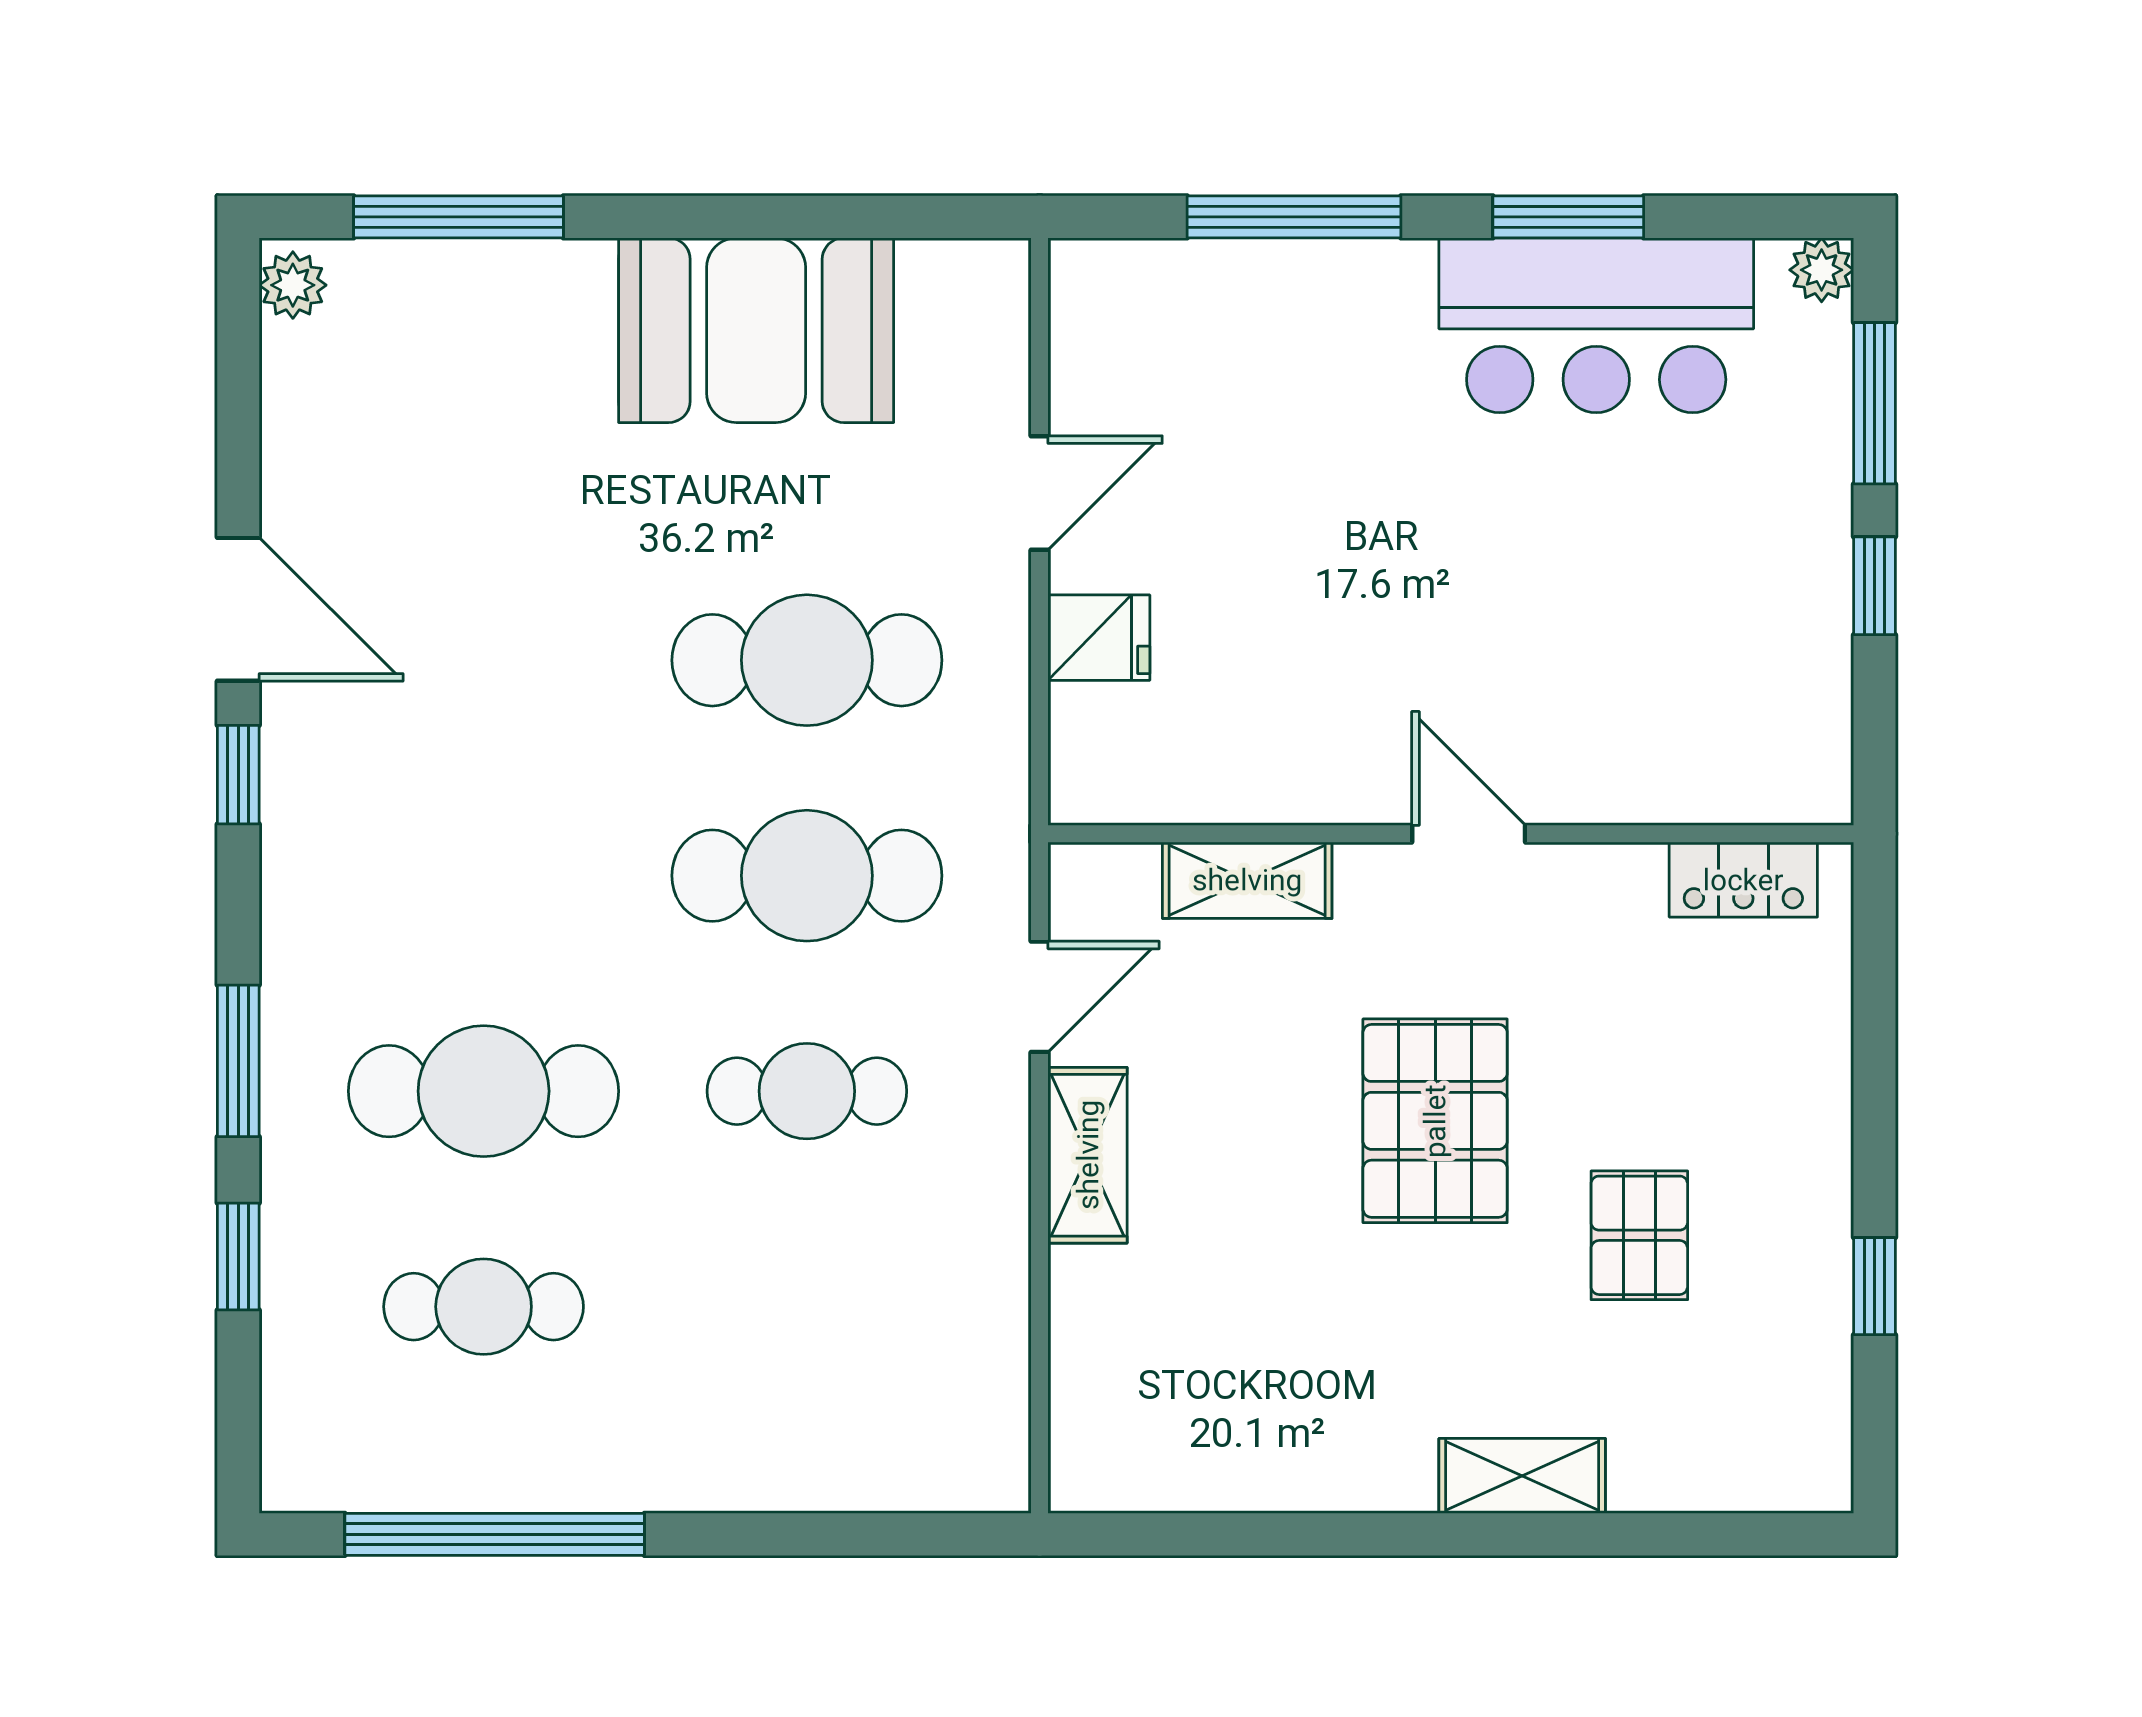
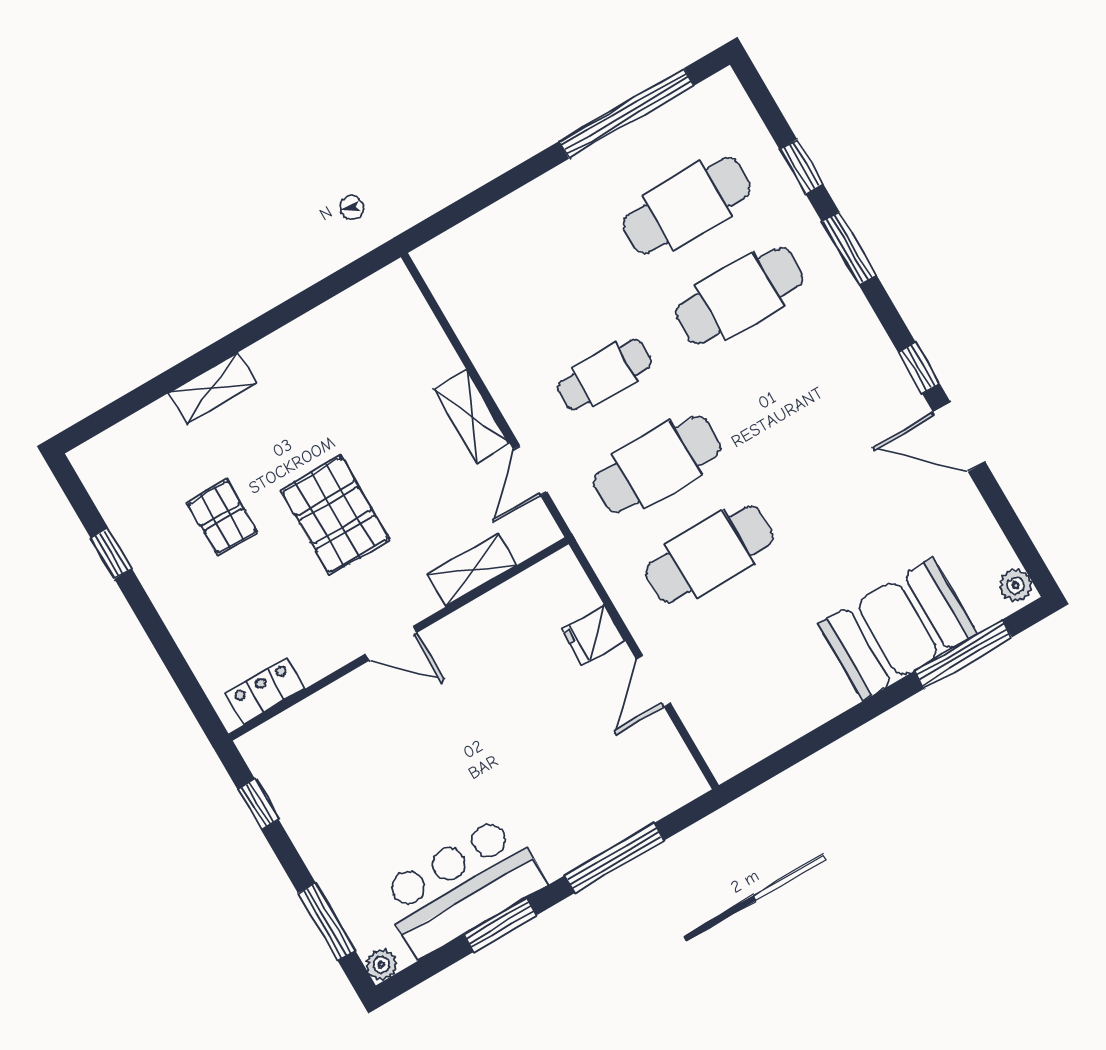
booth: (756, 330) -> (898, 629), moved
window: (1875, 586) -> (258, 804), moved
cafe table: (484, 1307) -> (687, 206), width x1.37, depth x1.35

